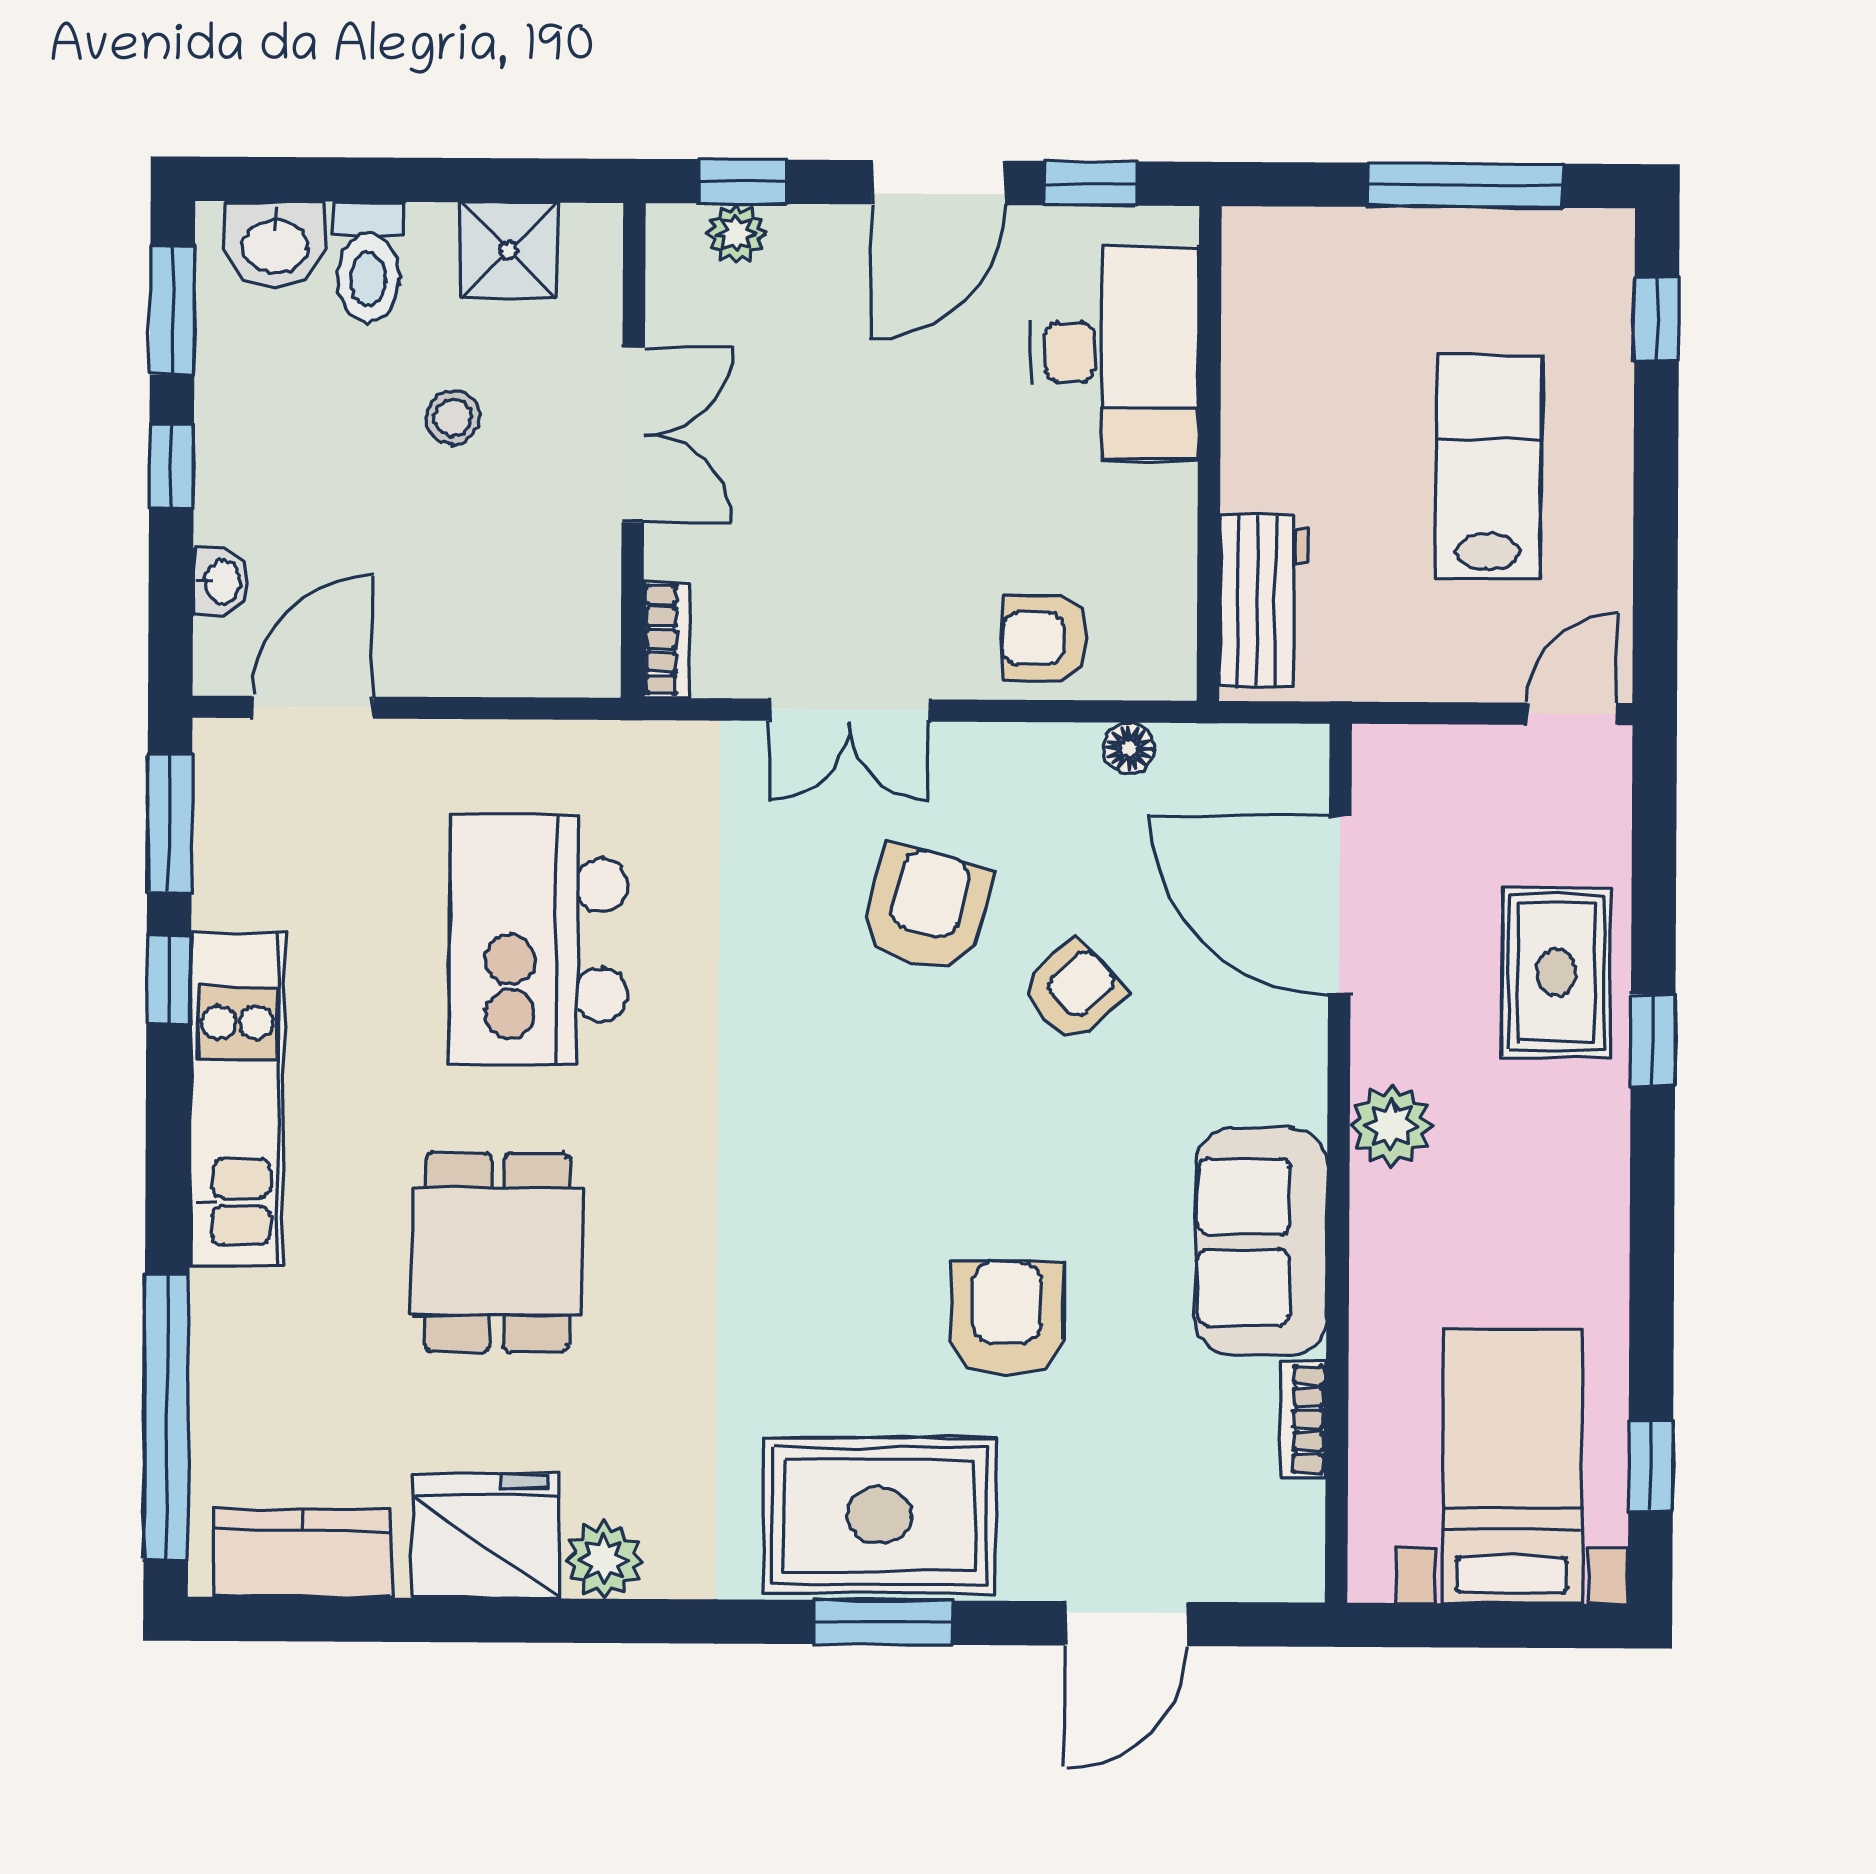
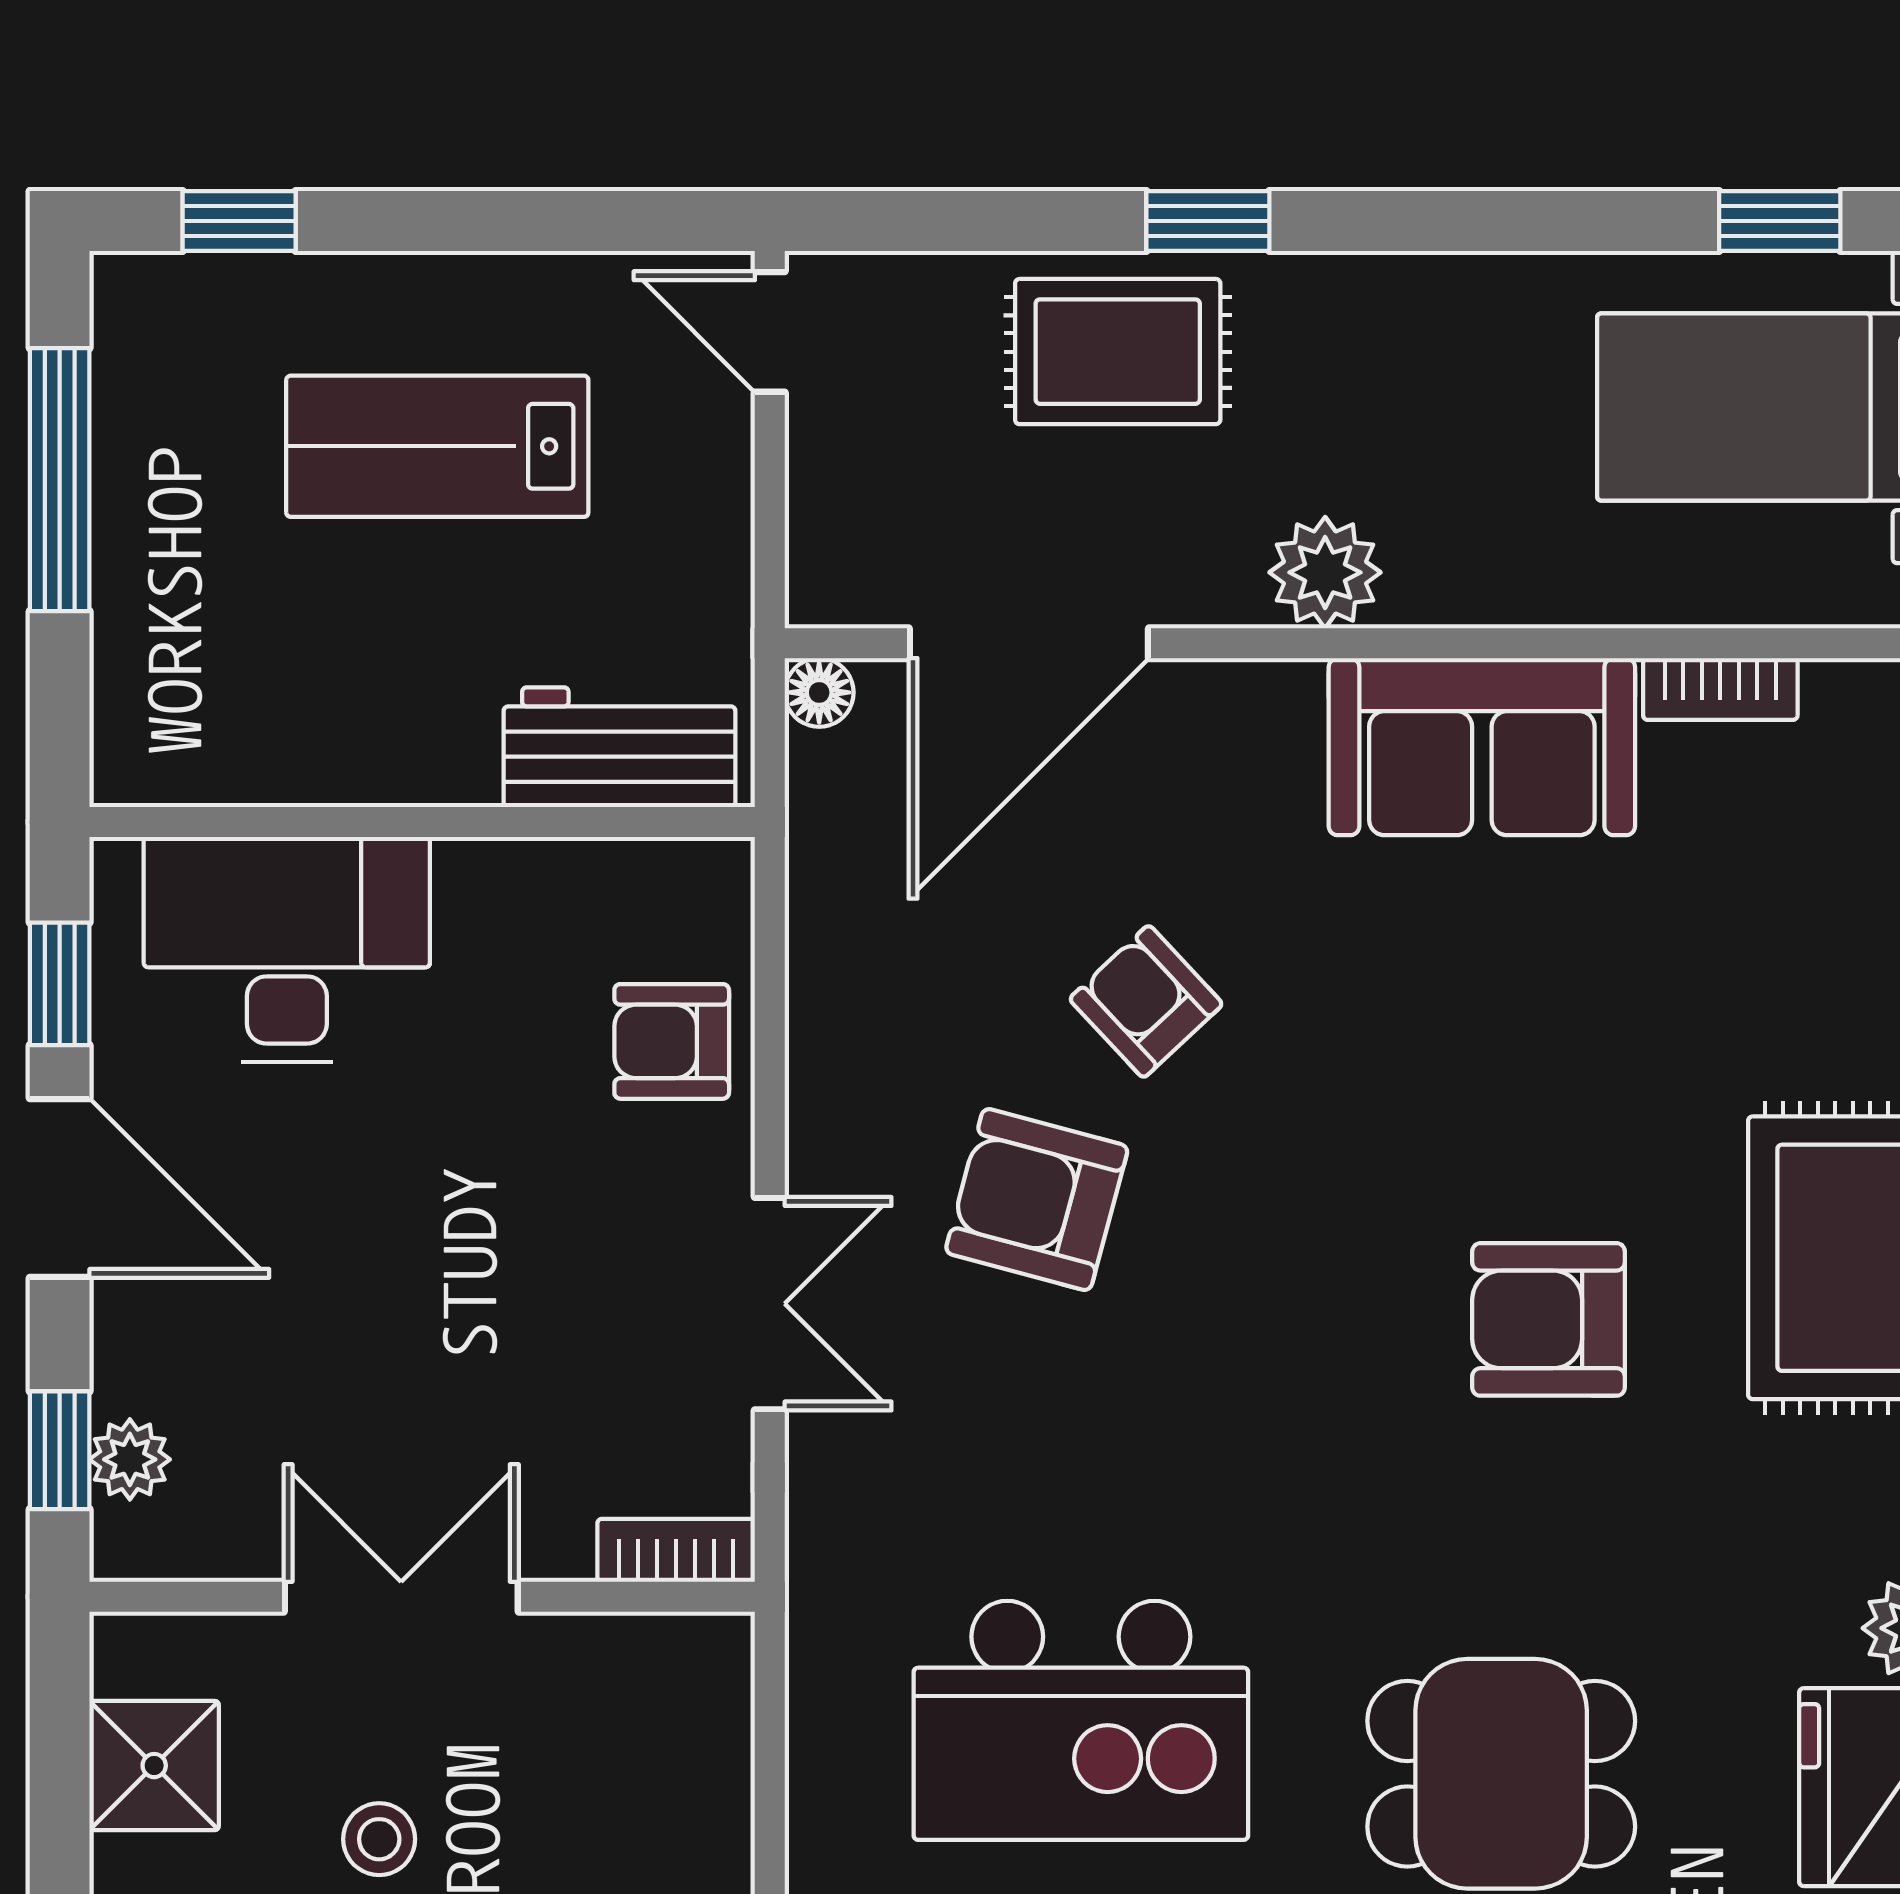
armchair: (1045, 638) -> (672, 1041), turned 90
floor lamp: (1129, 748) -> (819, 692), moved
armchair: (1007, 1318) -> (1549, 1319), moved

